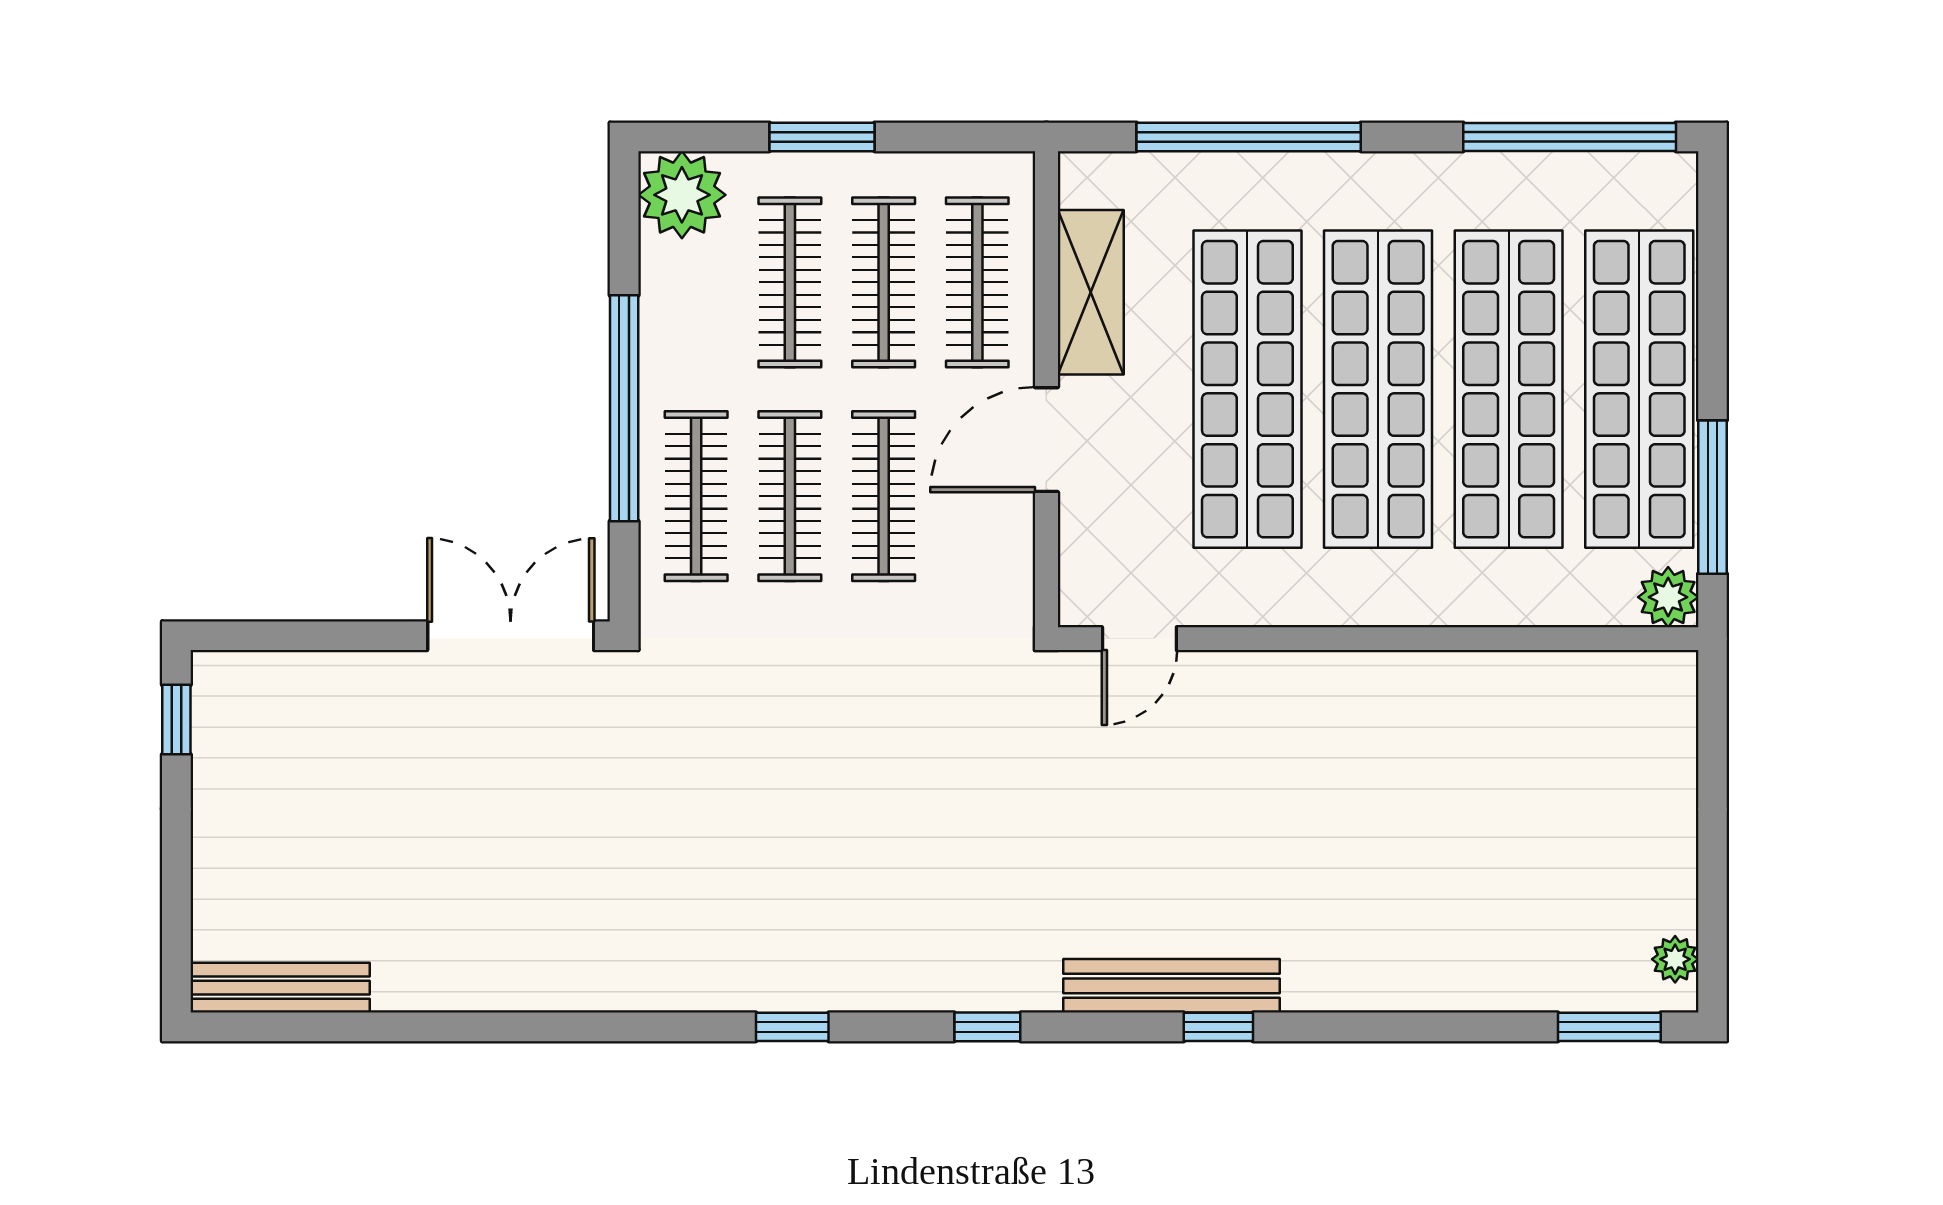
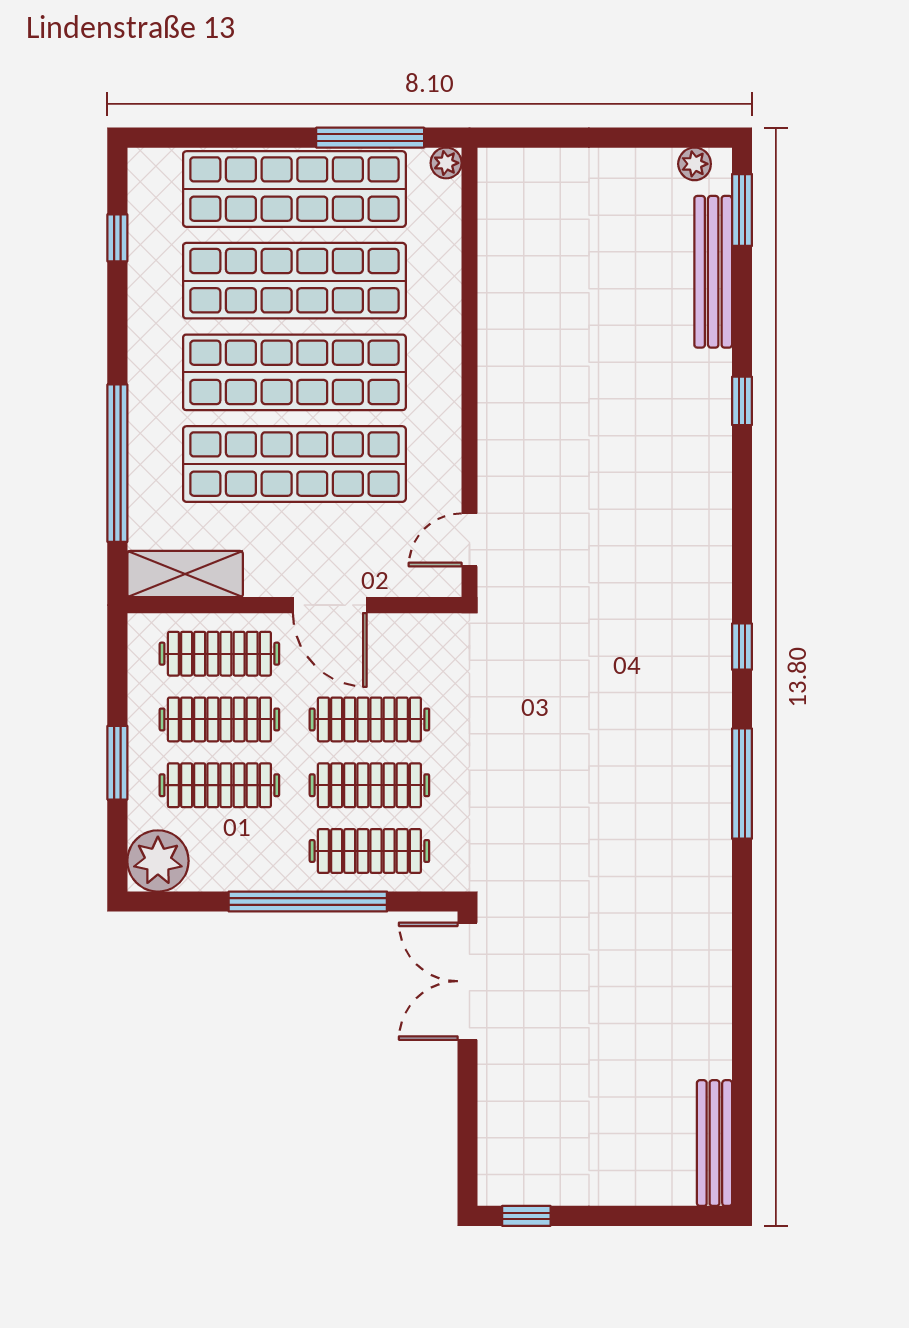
window: (1570, 137) -> (117, 238), width x0.32
shelving: (1091, 292) -> (185, 574), moved
plant: (1668, 597) -> (446, 163), width x0.73, depth x0.73
door: (1139, 639) -> (469, 540), swing flipped
bench: (1171, 986) -> (713, 272), moved
window: (792, 1027) -> (742, 784), width x2.17
window: (1218, 1027) -> (742, 401), moved

